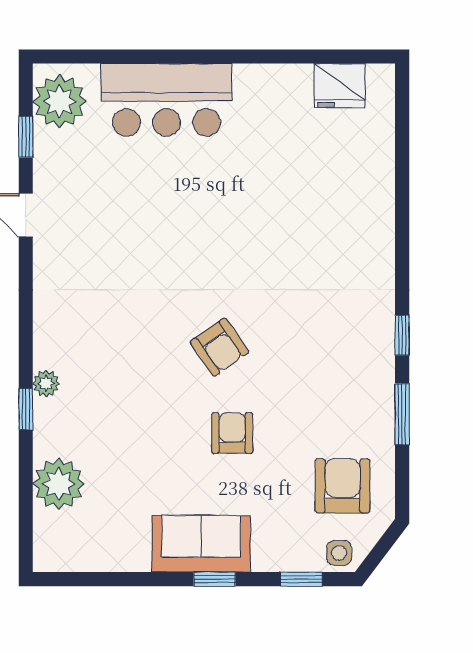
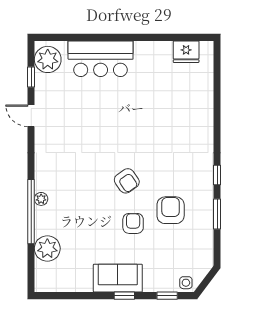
window: (26, 409) -> (31, 212), width x3.17
armchair: (343, 486) -> (171, 210), moved

